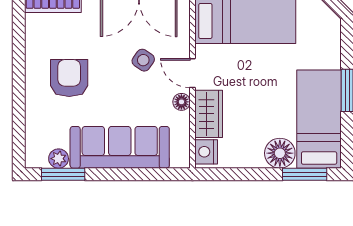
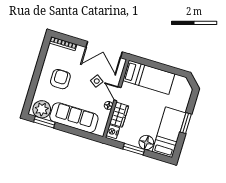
plant: (59, 159) -> (42, 109), width x1.88, depth x1.88
window: (305, 174) -> (134, 149), moved

